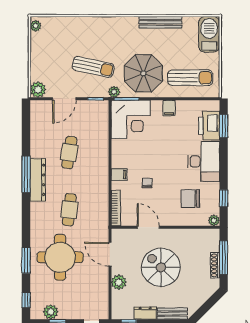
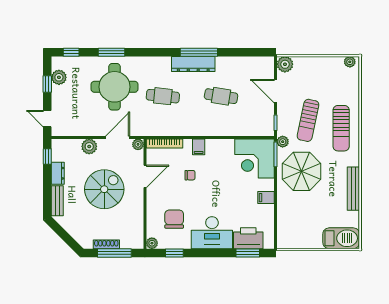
sun lounger: (190, 78) -> (341, 128), moved
plant: (117, 234) -> (138, 144), added

